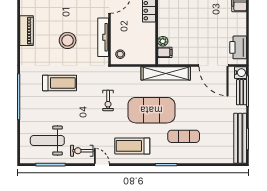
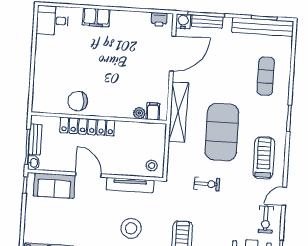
printer: (238, 47) -> (159, 19), width x0.53, depth x0.68
exercise mat: (184, 136) -> (266, 76), moved
treadmill: (132, 146) -> (264, 158), turned 180

